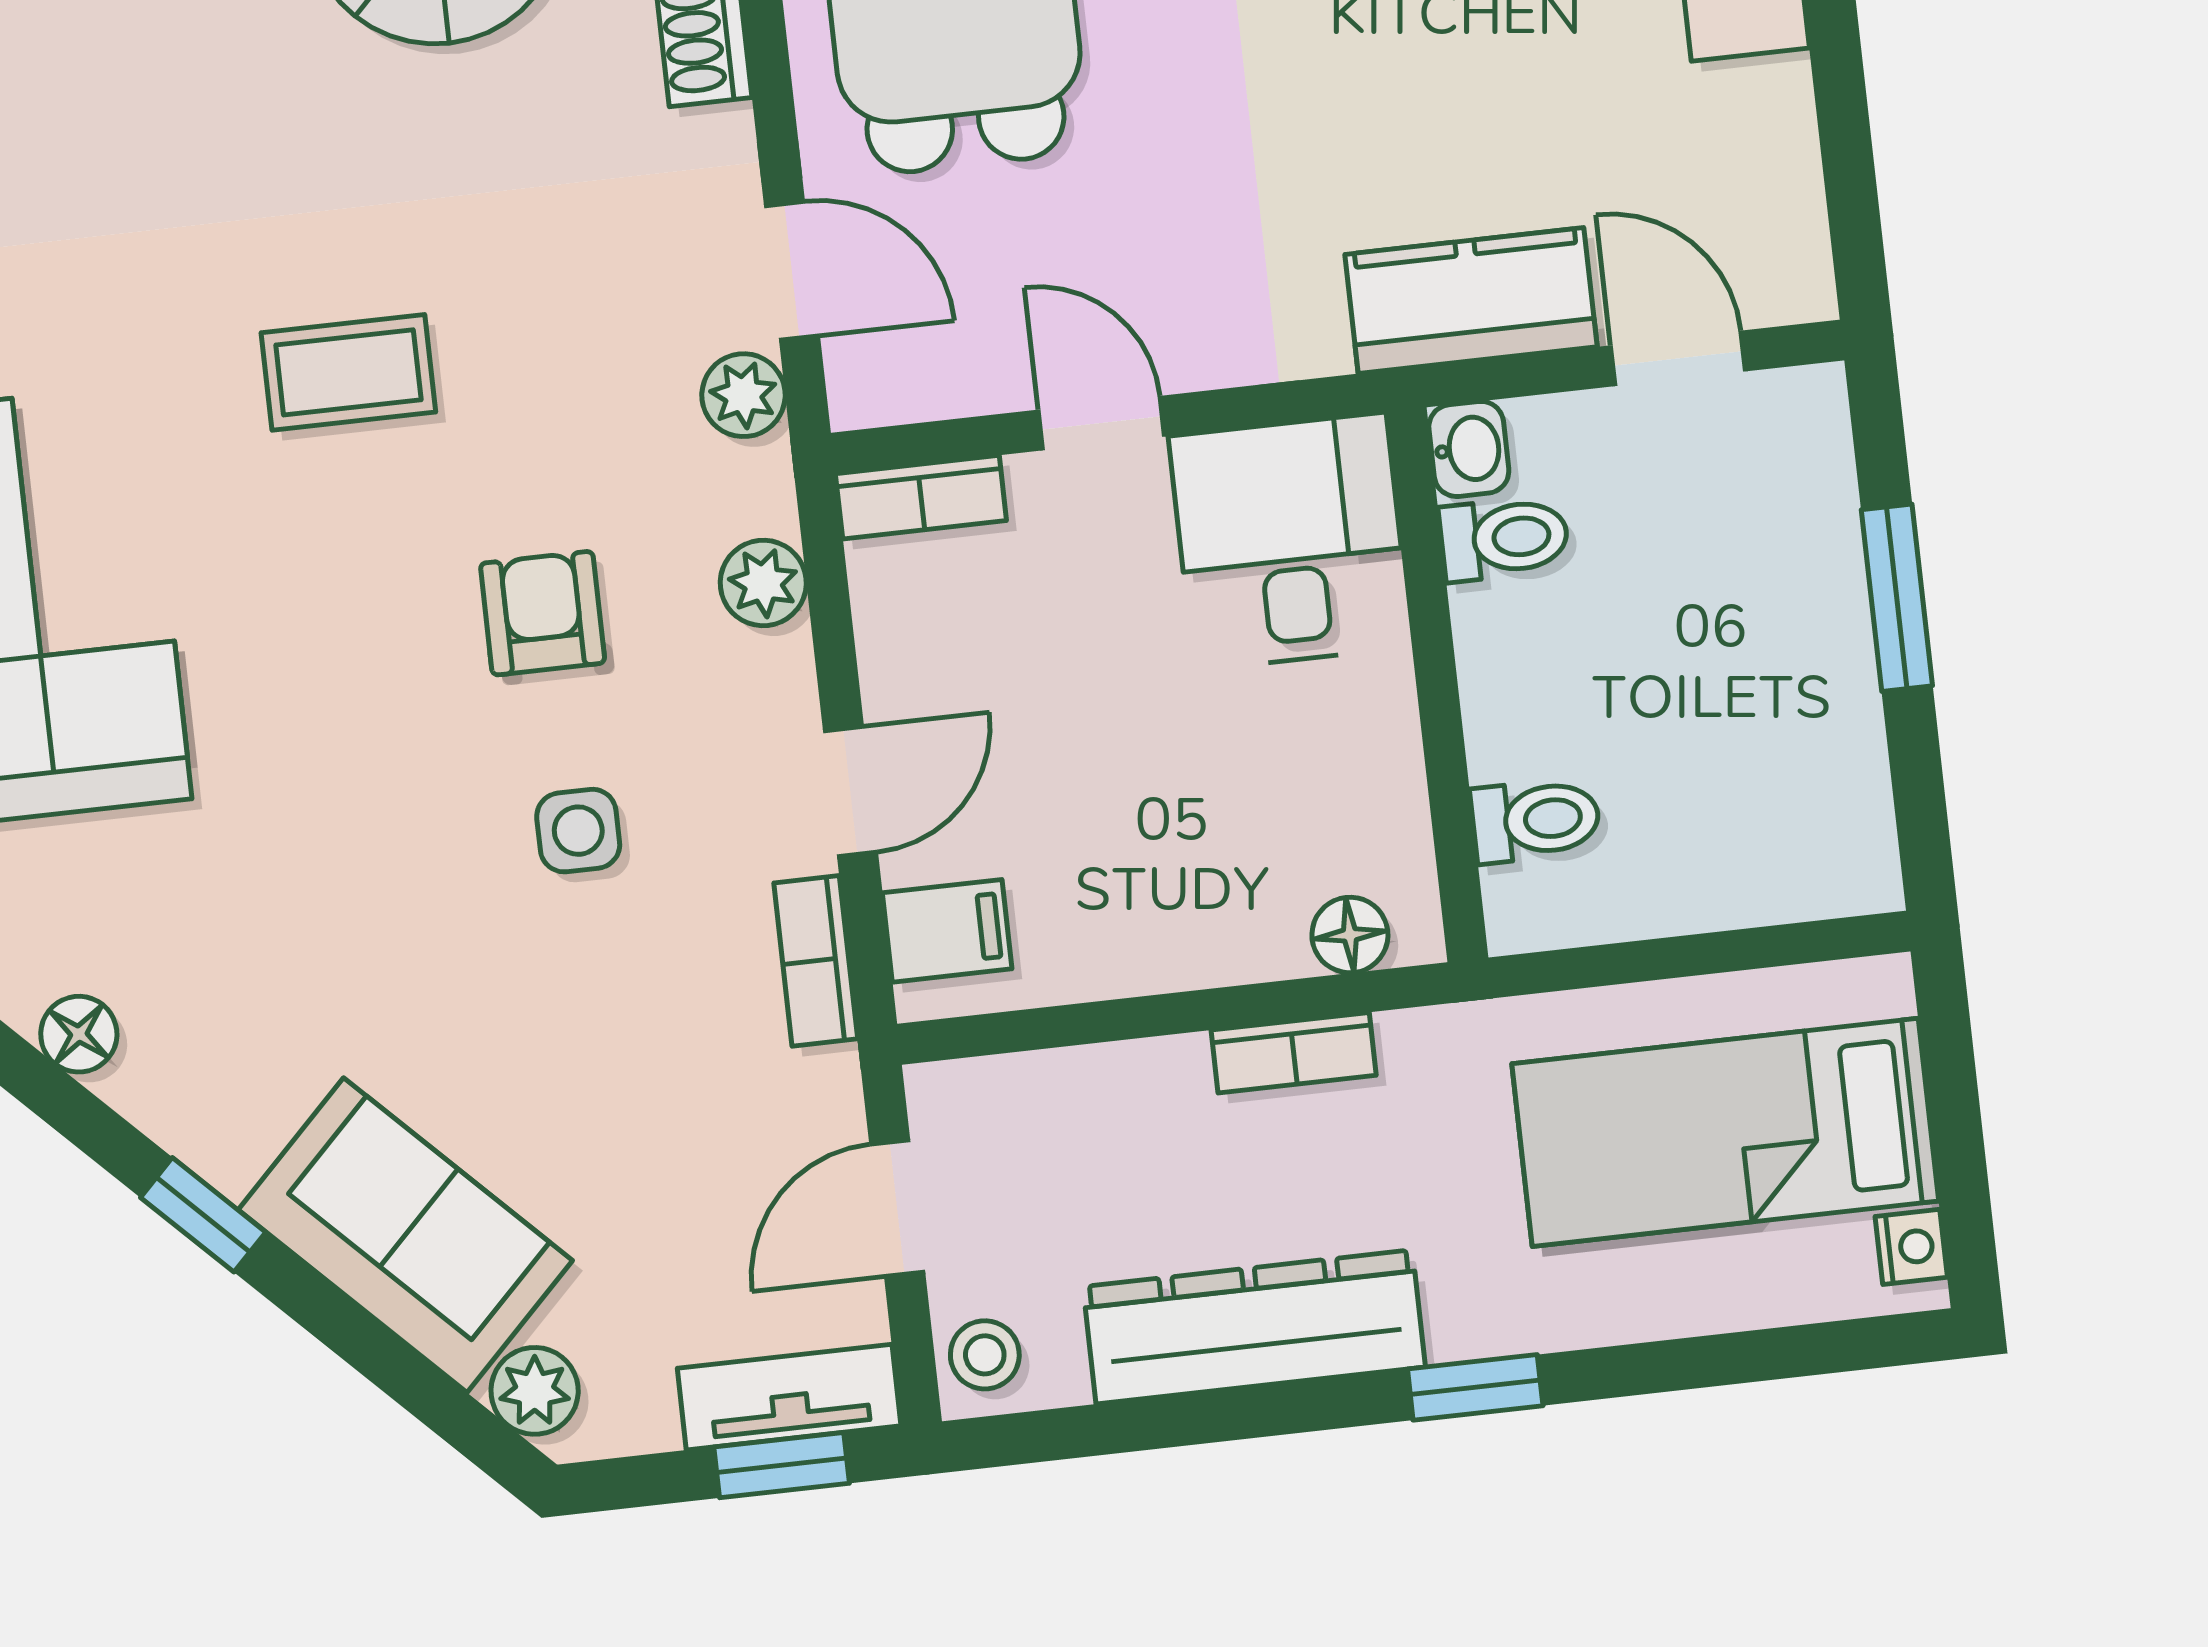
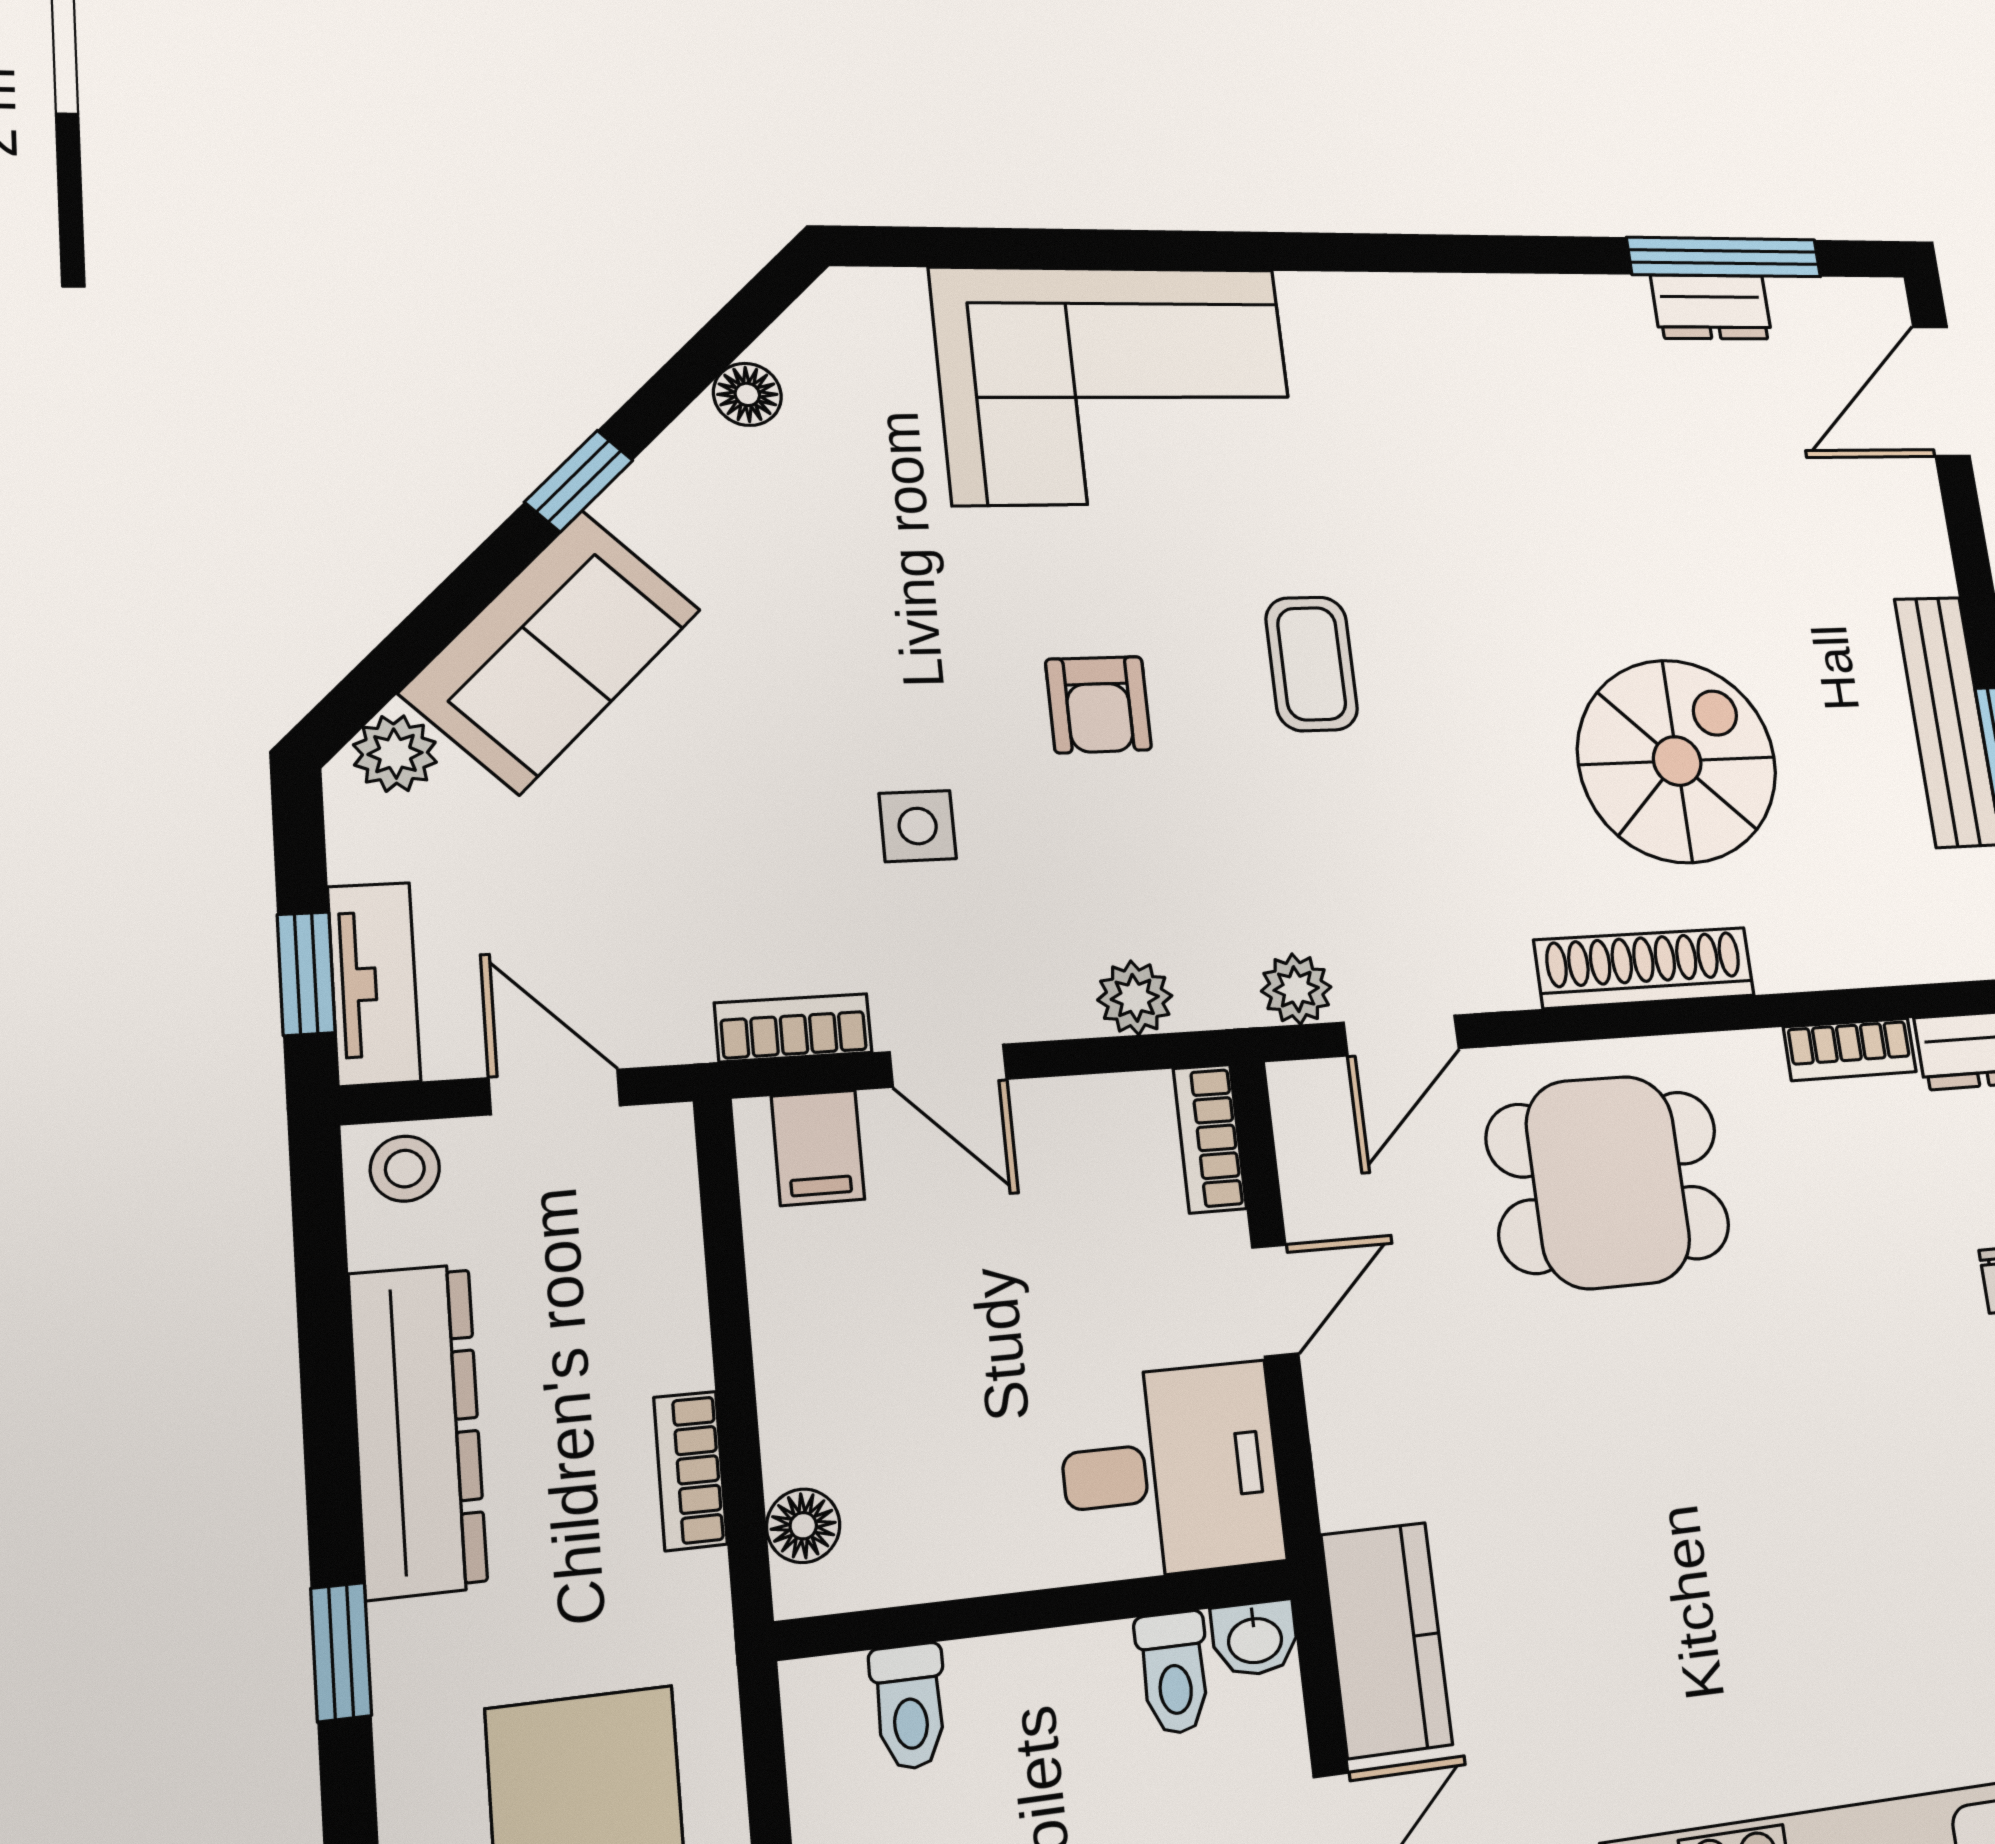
armchair: (543, 613) -> (1098, 705), moved, turned 90

